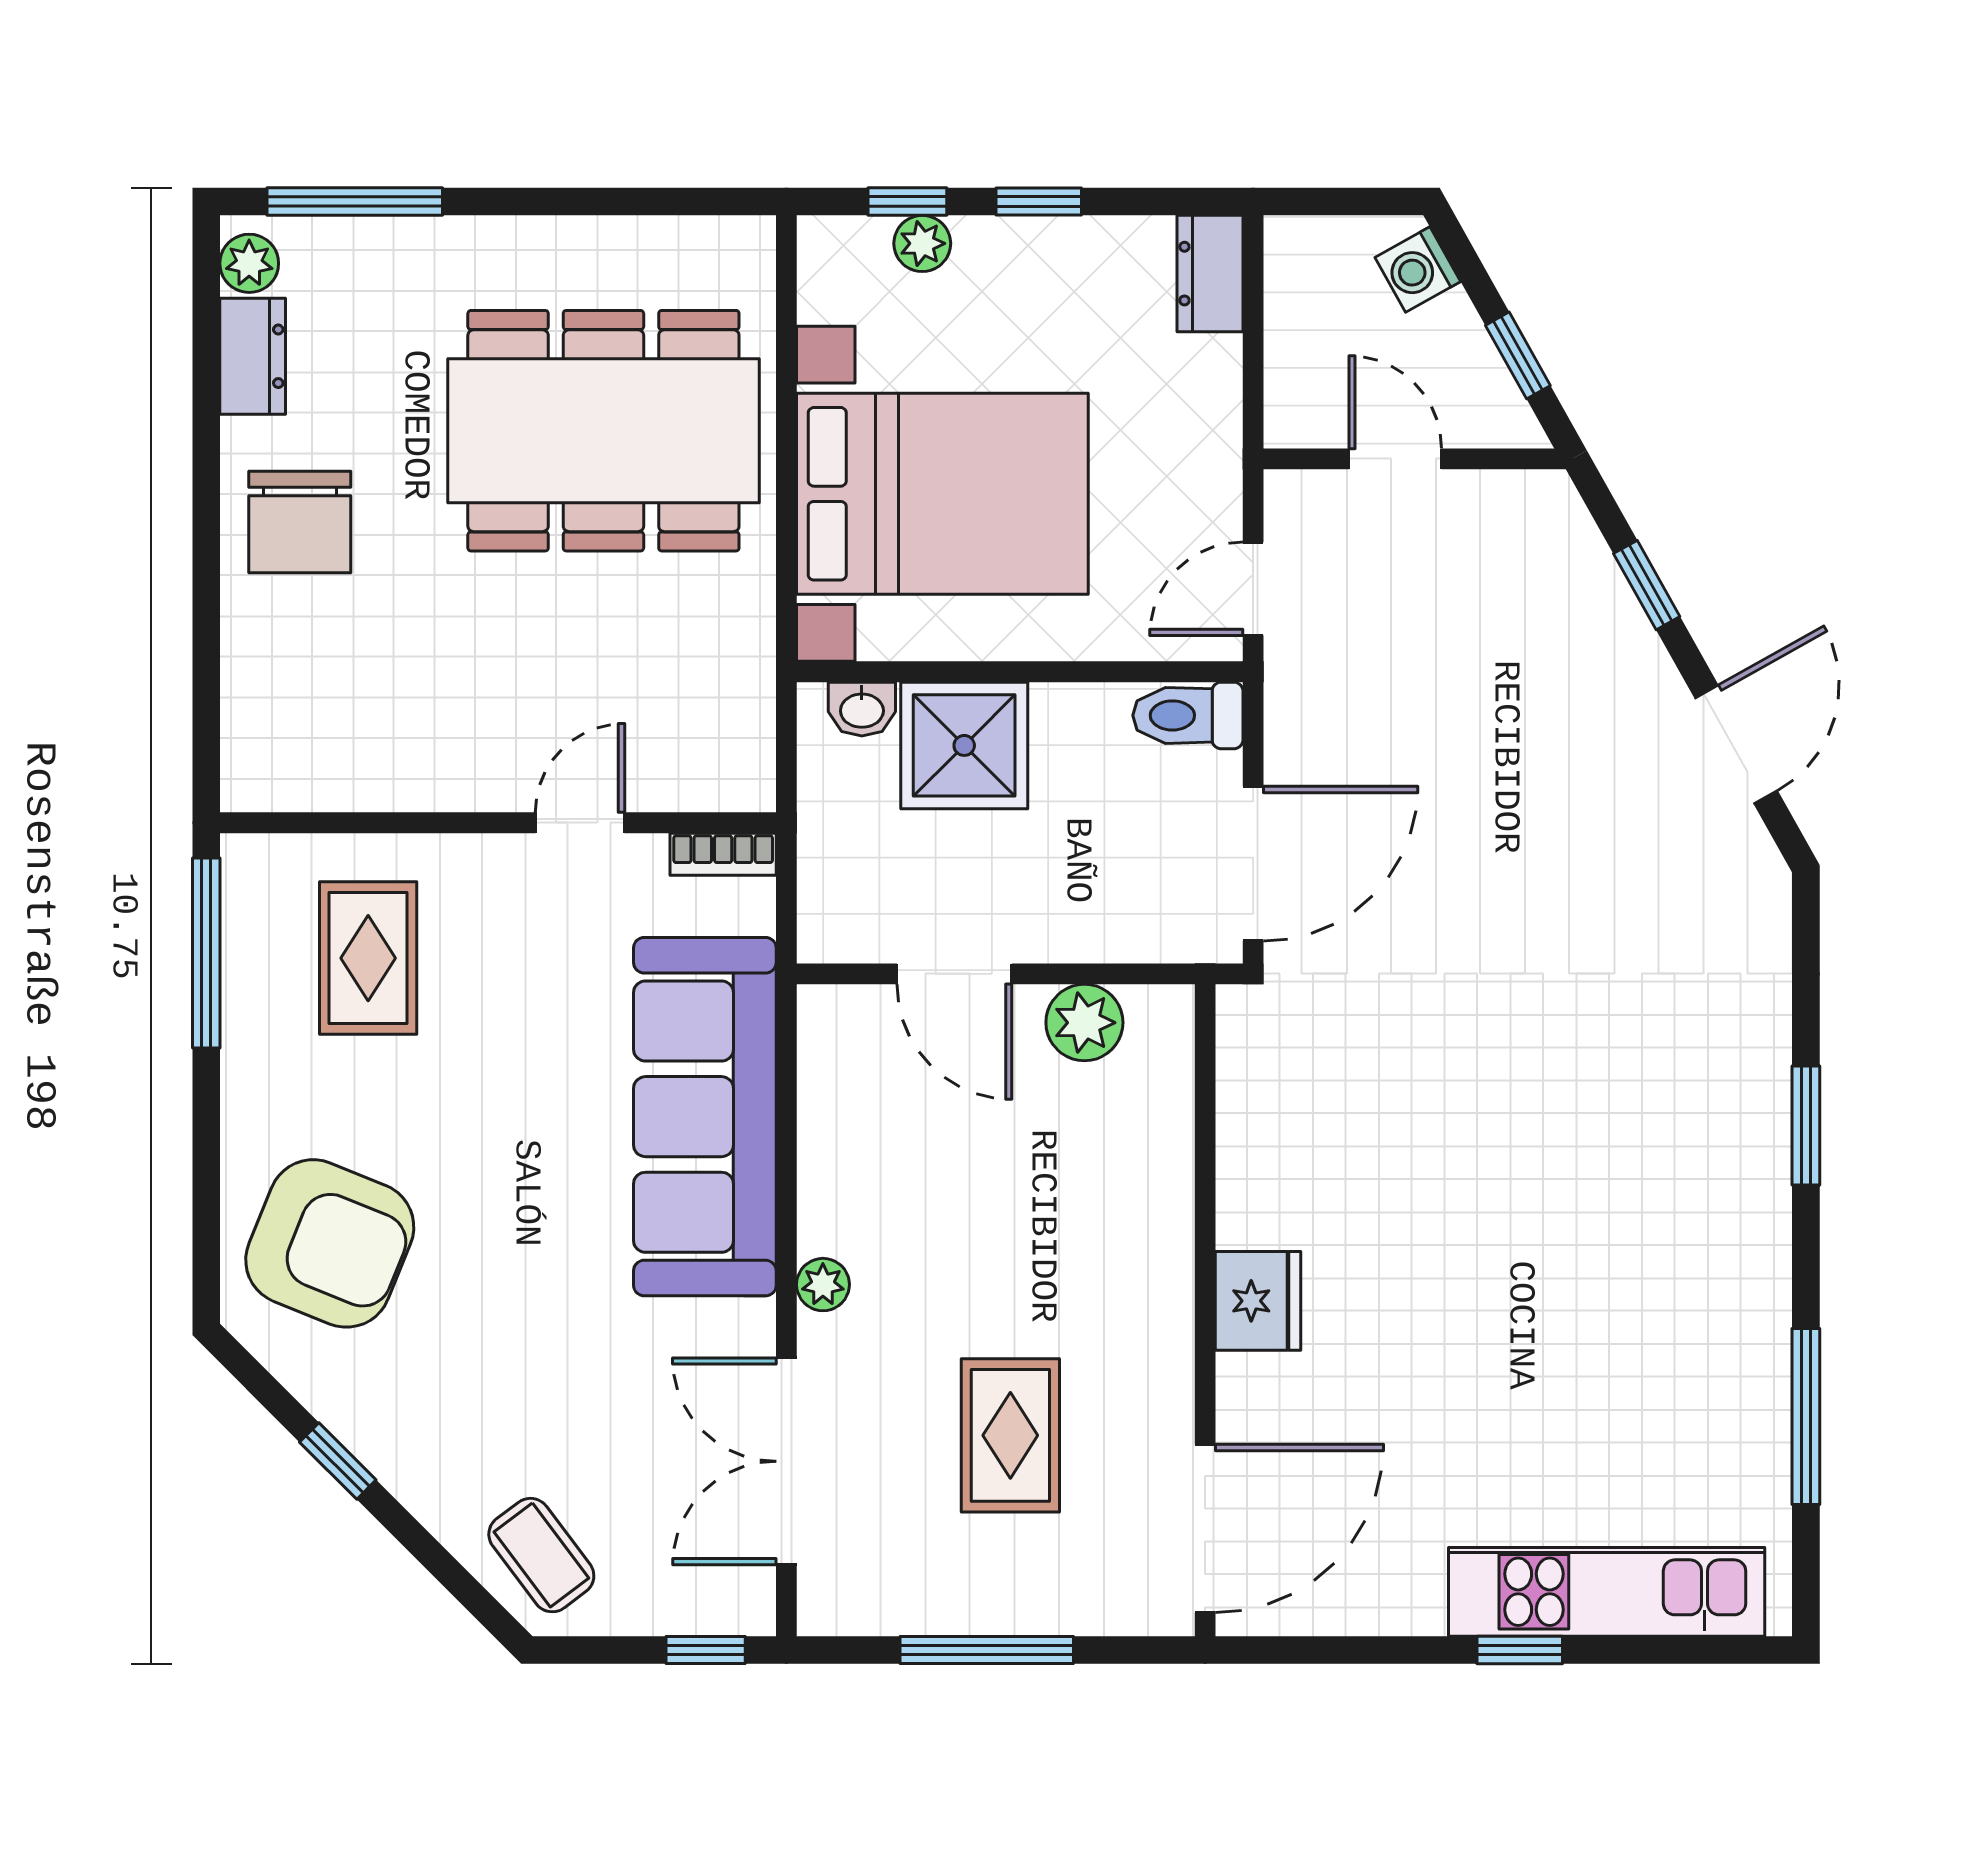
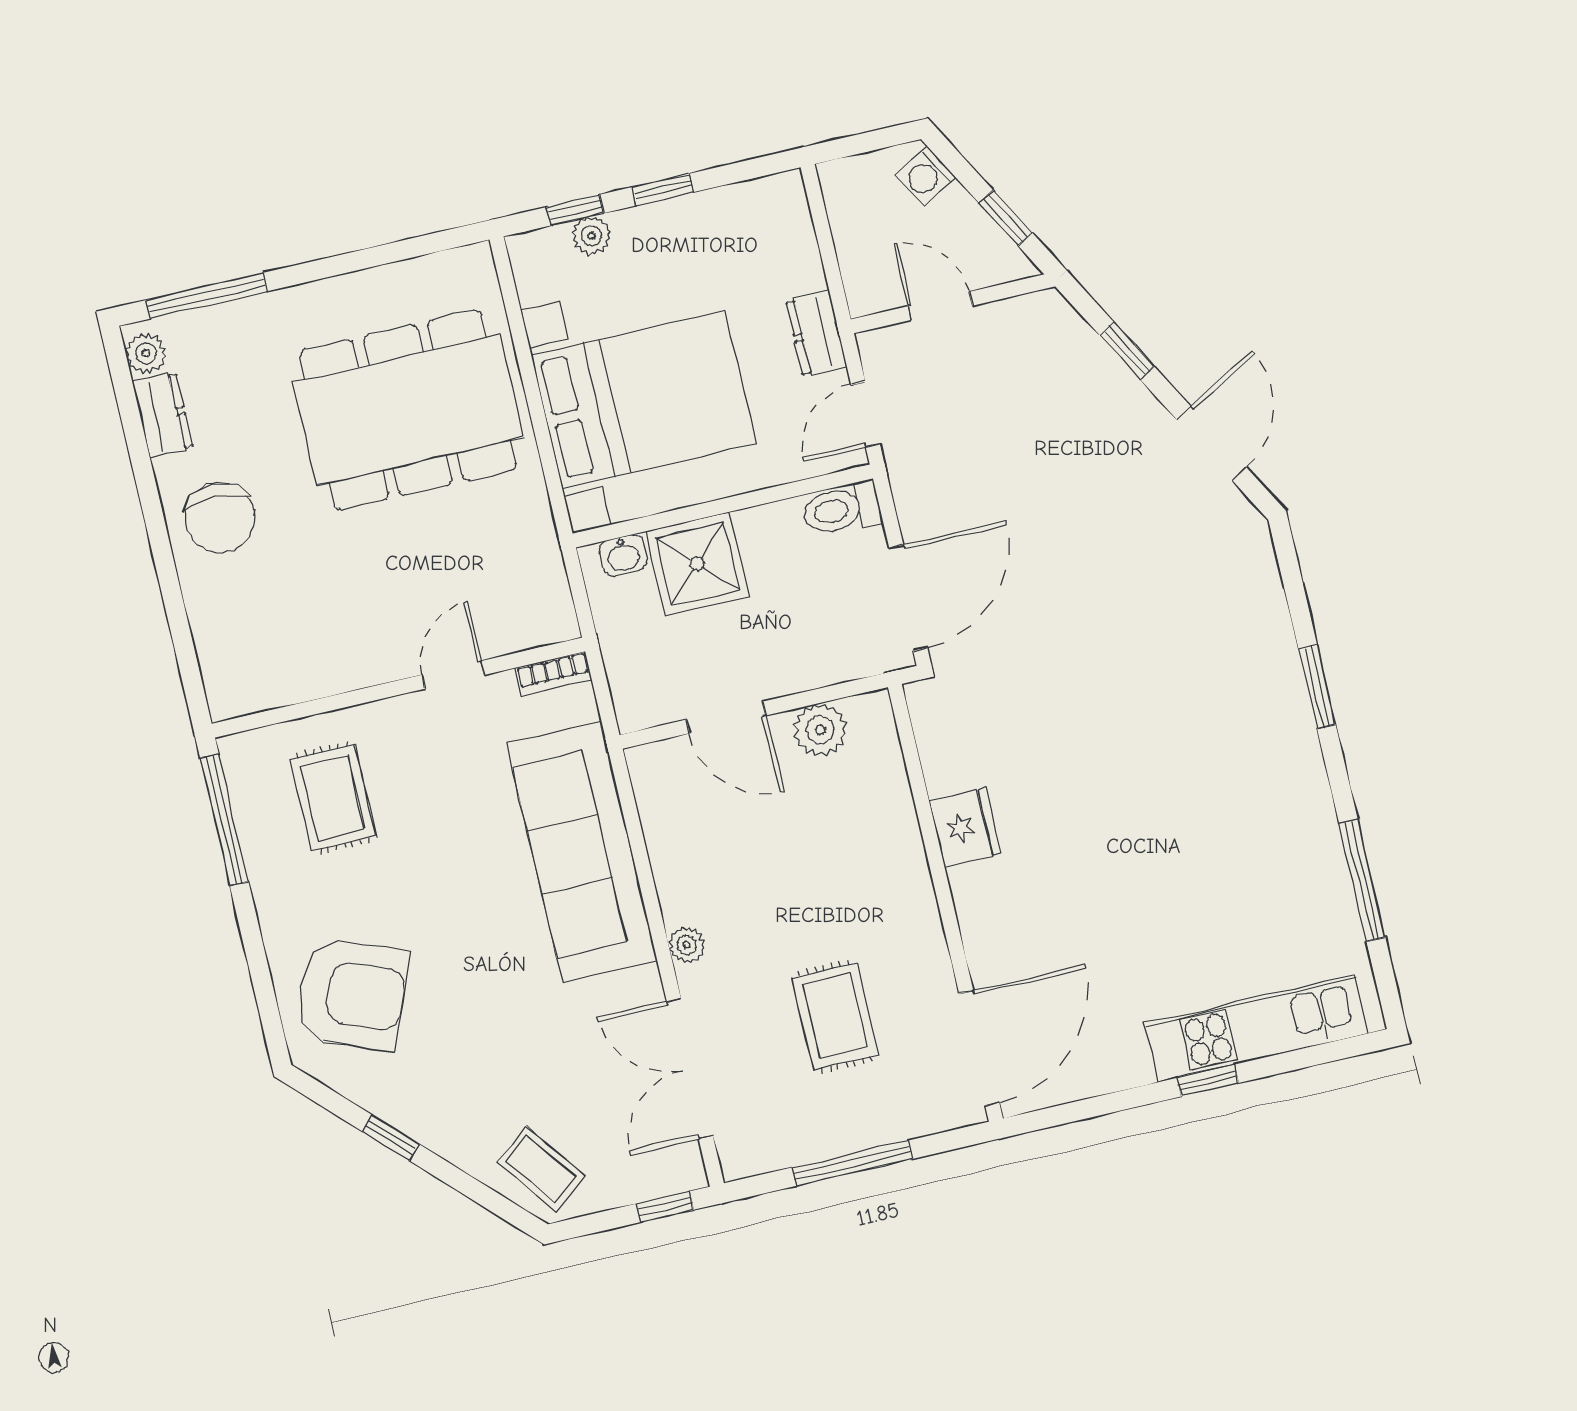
dresser: (1210, 274) -> (816, 334), moved
fridge: (1258, 1301) -> (965, 827), moved

